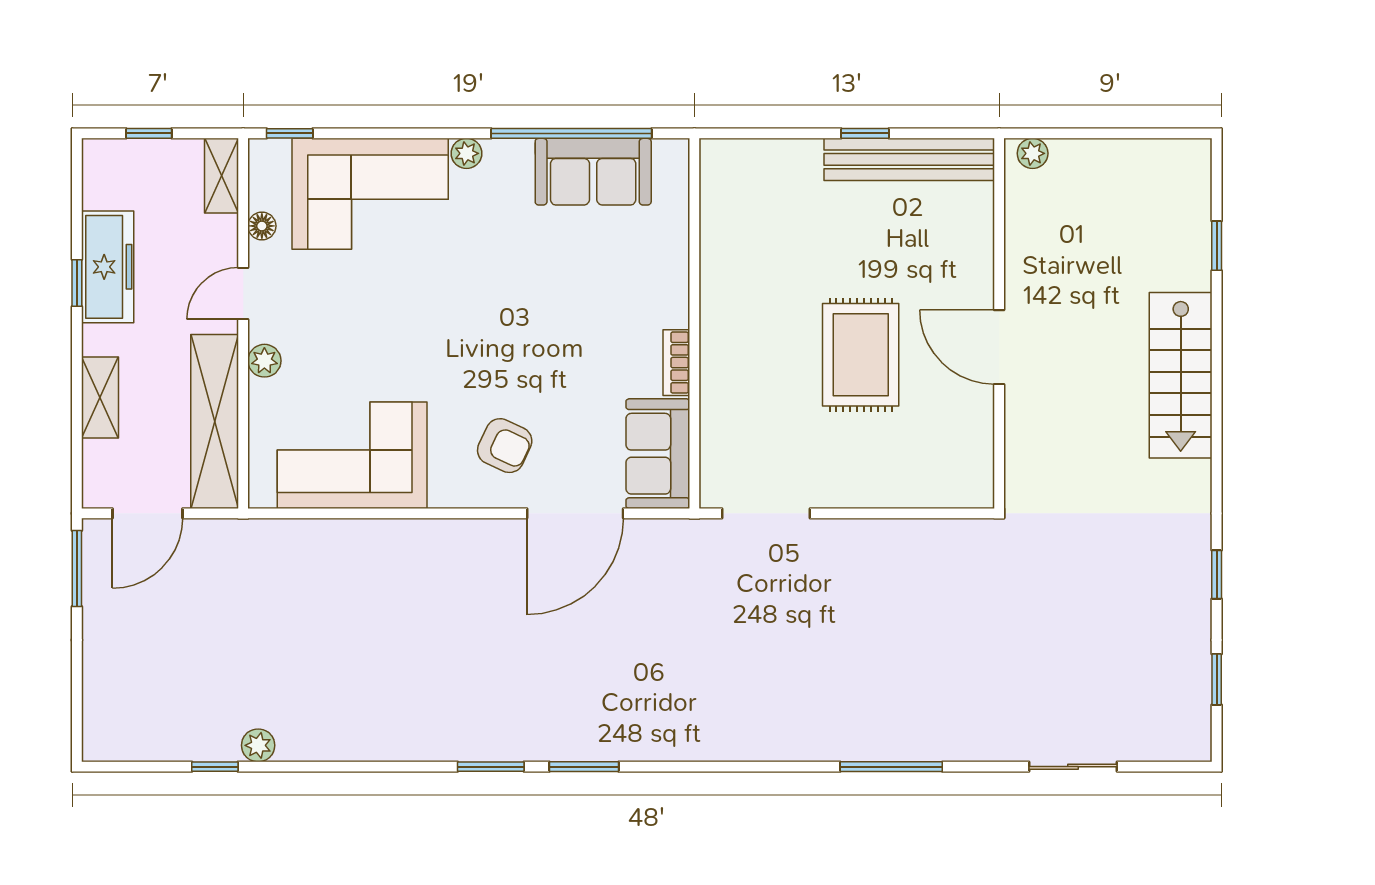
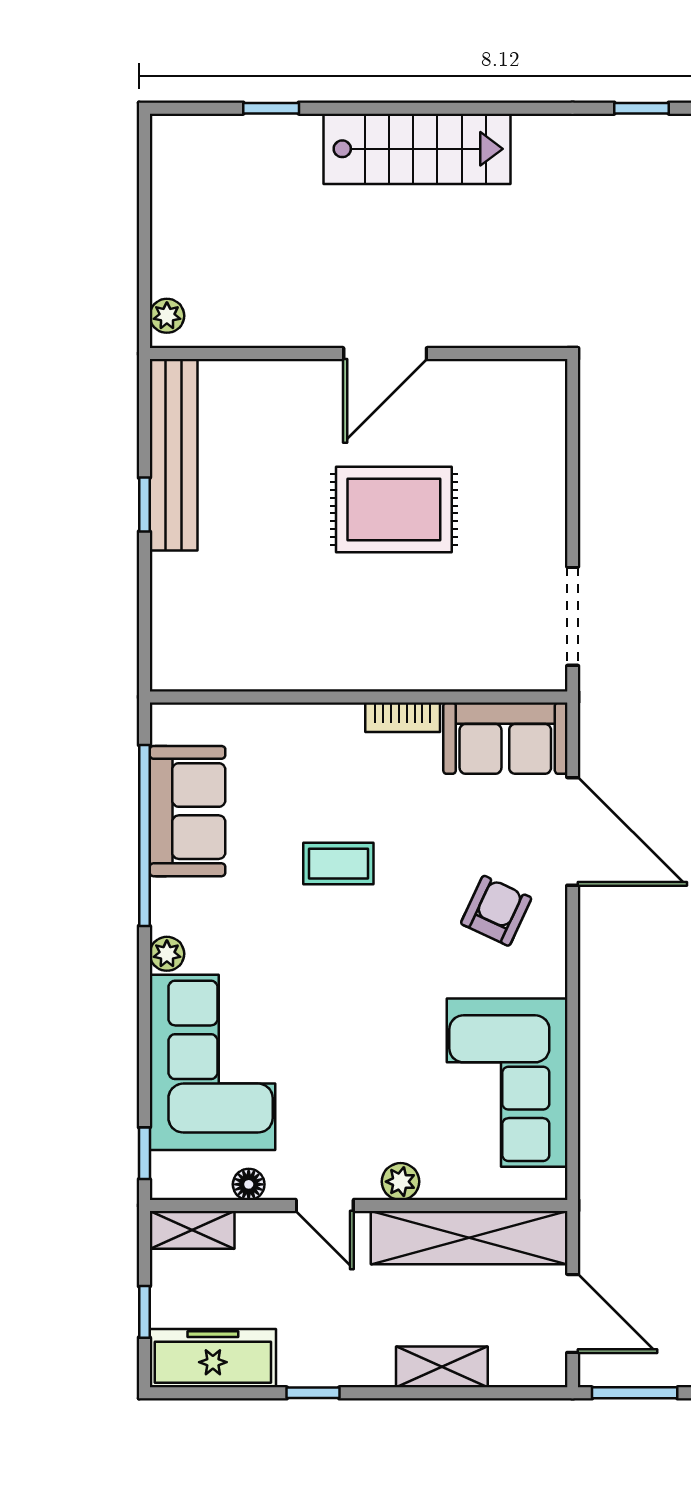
freezer: (108, 267) -> (213, 1358), moved
coffee table: (547, 306) -> (338, 864), added

